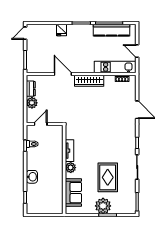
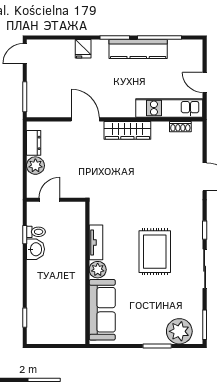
kitchen counter: (112, 30) -> (138, 49), moved
washbasin: (32, 177) -> (35, 249), moved
rug: (108, 177) -> (155, 252), moved
sofa: (73, 193) -> (102, 310), width x1.36
plant: (103, 206) -> (179, 331), moved

